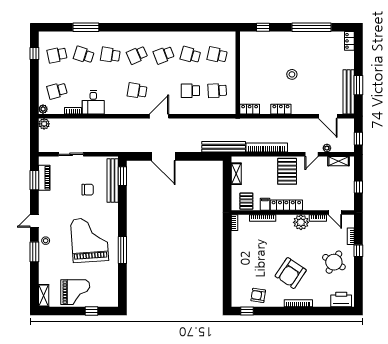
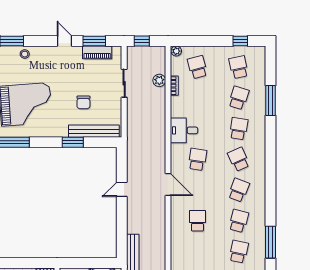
window: (209, 27) -> (270, 242), added
school desk: (164, 55) -> (239, 190), turned 42
school desk: (217, 91) -> (197, 252), removed
desk: (93, 102) -> (184, 130), moved
plant: (44, 124) -> (159, 80), moved
window: (34, 139) -> (142, 41), added
door: (163, 156) -> (122, 189), width x0.53
window: (122, 176) -> (73, 142), moved
door: (34, 221) -> (64, 41), moved

